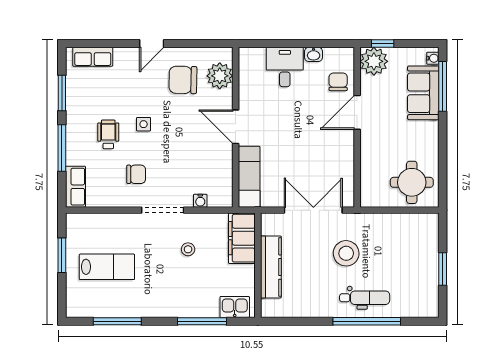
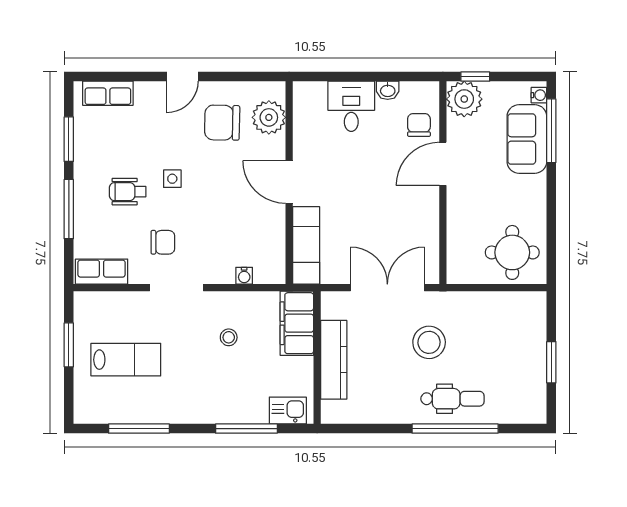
wheelchair: (108, 134) -> (128, 192), turned -90
row of seats: (75, 187) -> (102, 272), moved, turned -90
doorway: (163, 210) -> (177, 288), moved

